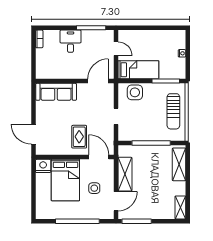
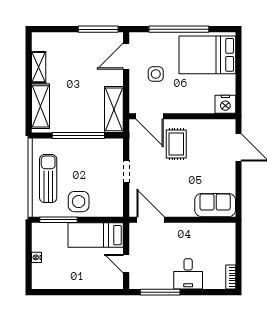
door: (98, 81) -> (151, 220), swing flipped
sofa: (56, 92) -> (215, 205), width x0.73
side table: (135, 92) -> (79, 202), moved
shelving: (125, 174) -> (114, 109), moved
bed: (65, 180) -> (207, 55), moved, turned -90
shelving: (180, 207) -> (39, 67), moved

